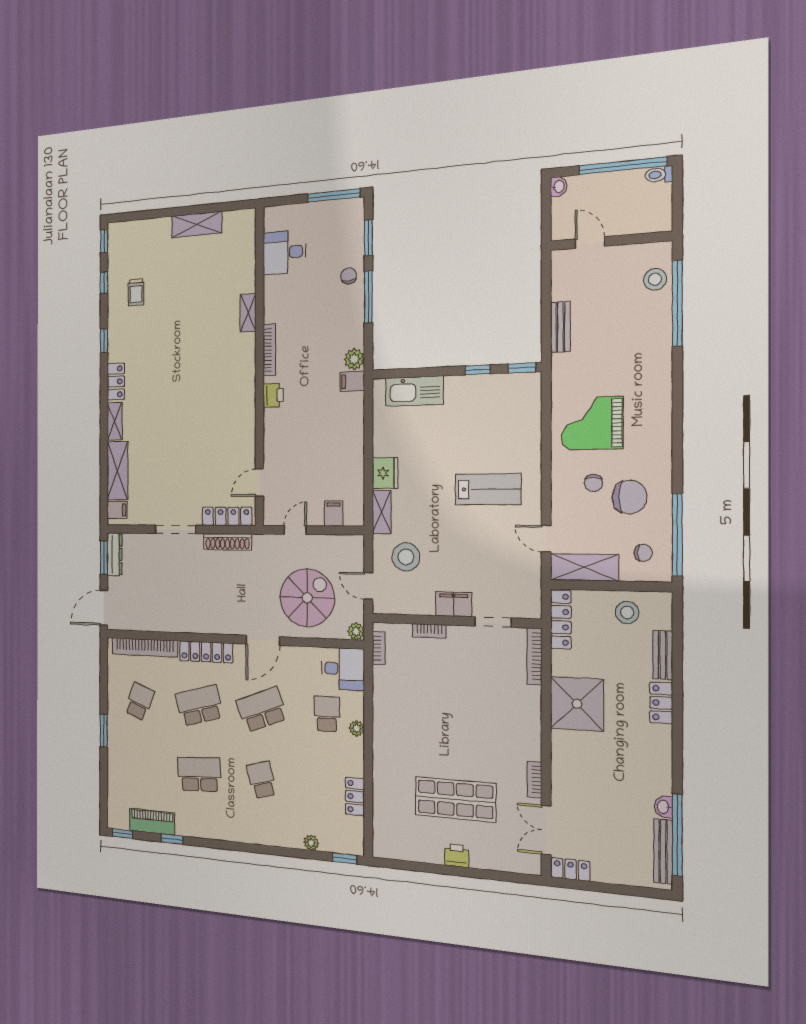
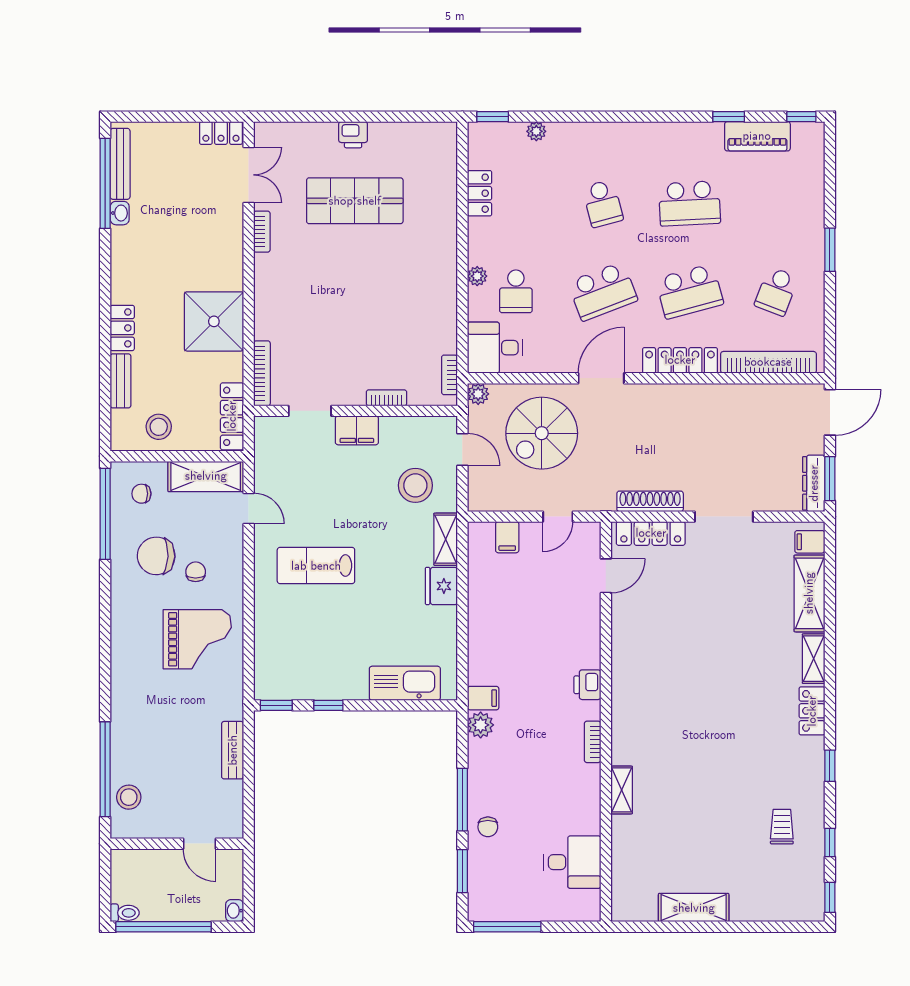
bookcase: (269, 350) -> (593, 742), width x0.64

